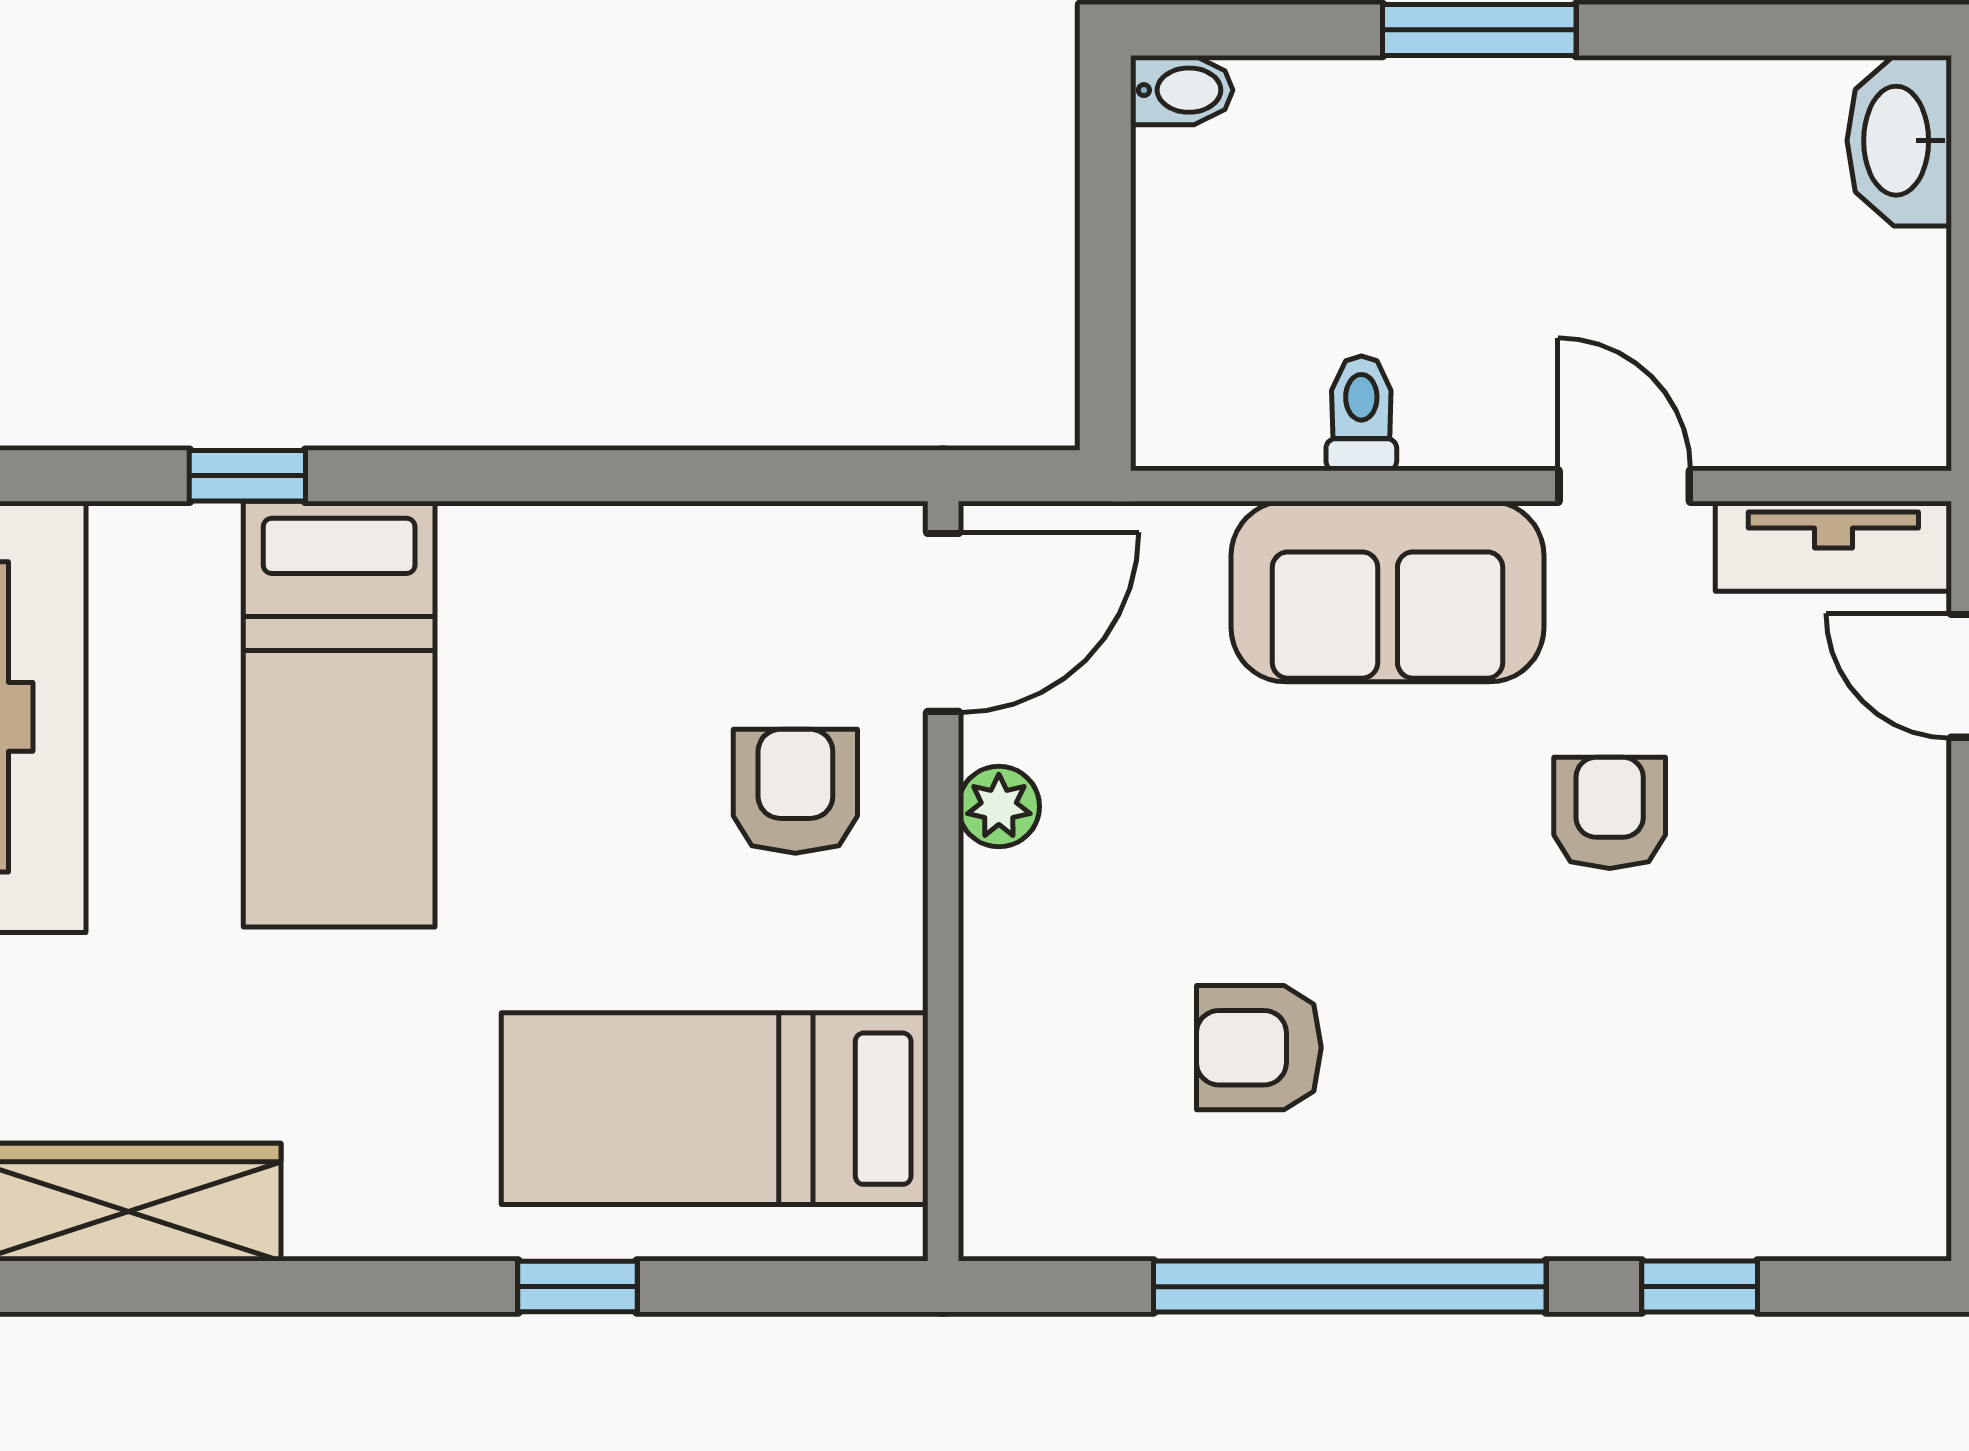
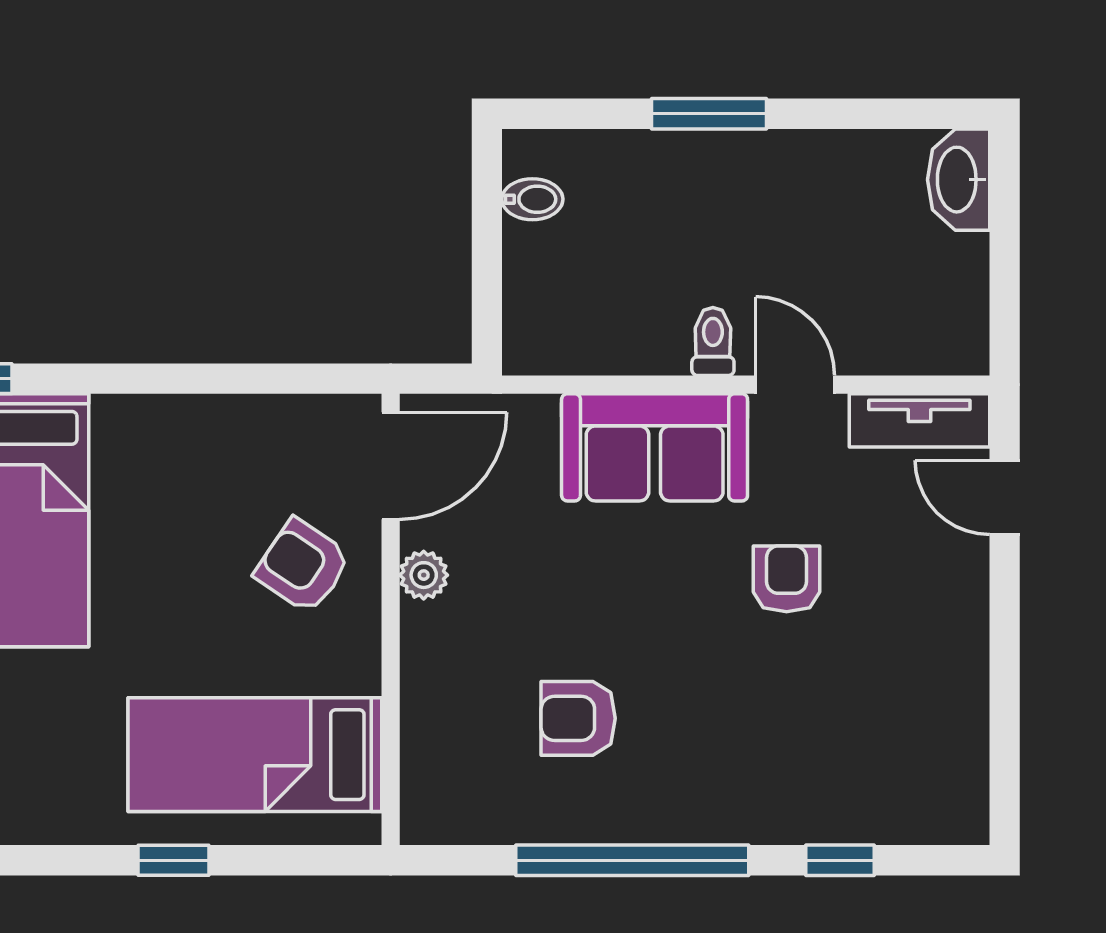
bidet: (1182, 90) -> (532, 199), moved
toilet: (1361, 413) -> (713, 342), moved
armchair: (795, 791) -> (303, 566), turned -56

